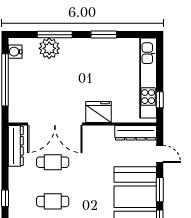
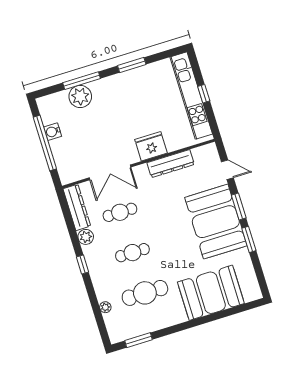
water cooler: (15, 52) -> (53, 132), moved
window: (160, 100) -> (204, 94), moved
double door: (55, 124) -> (110, 172), width x0.73
dresser: (136, 133) -> (171, 164), moved
plant: (16, 175) -> (86, 237), added

